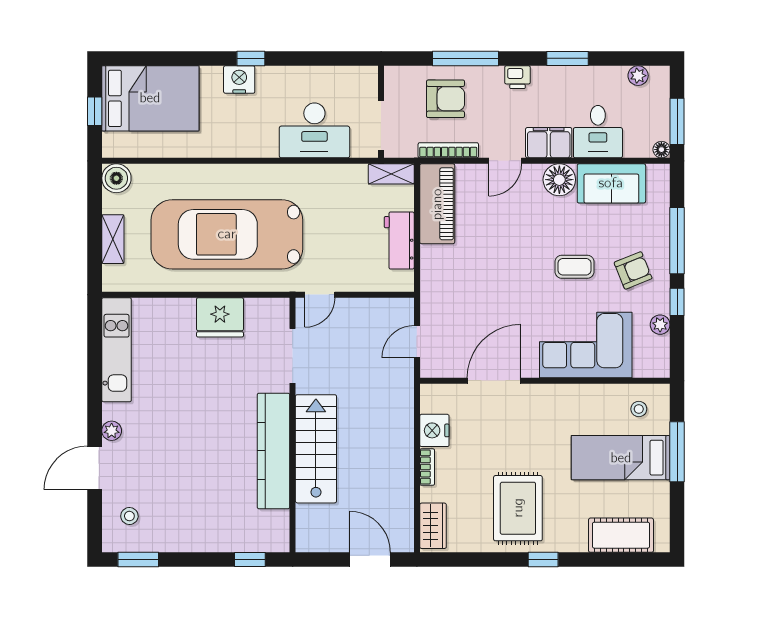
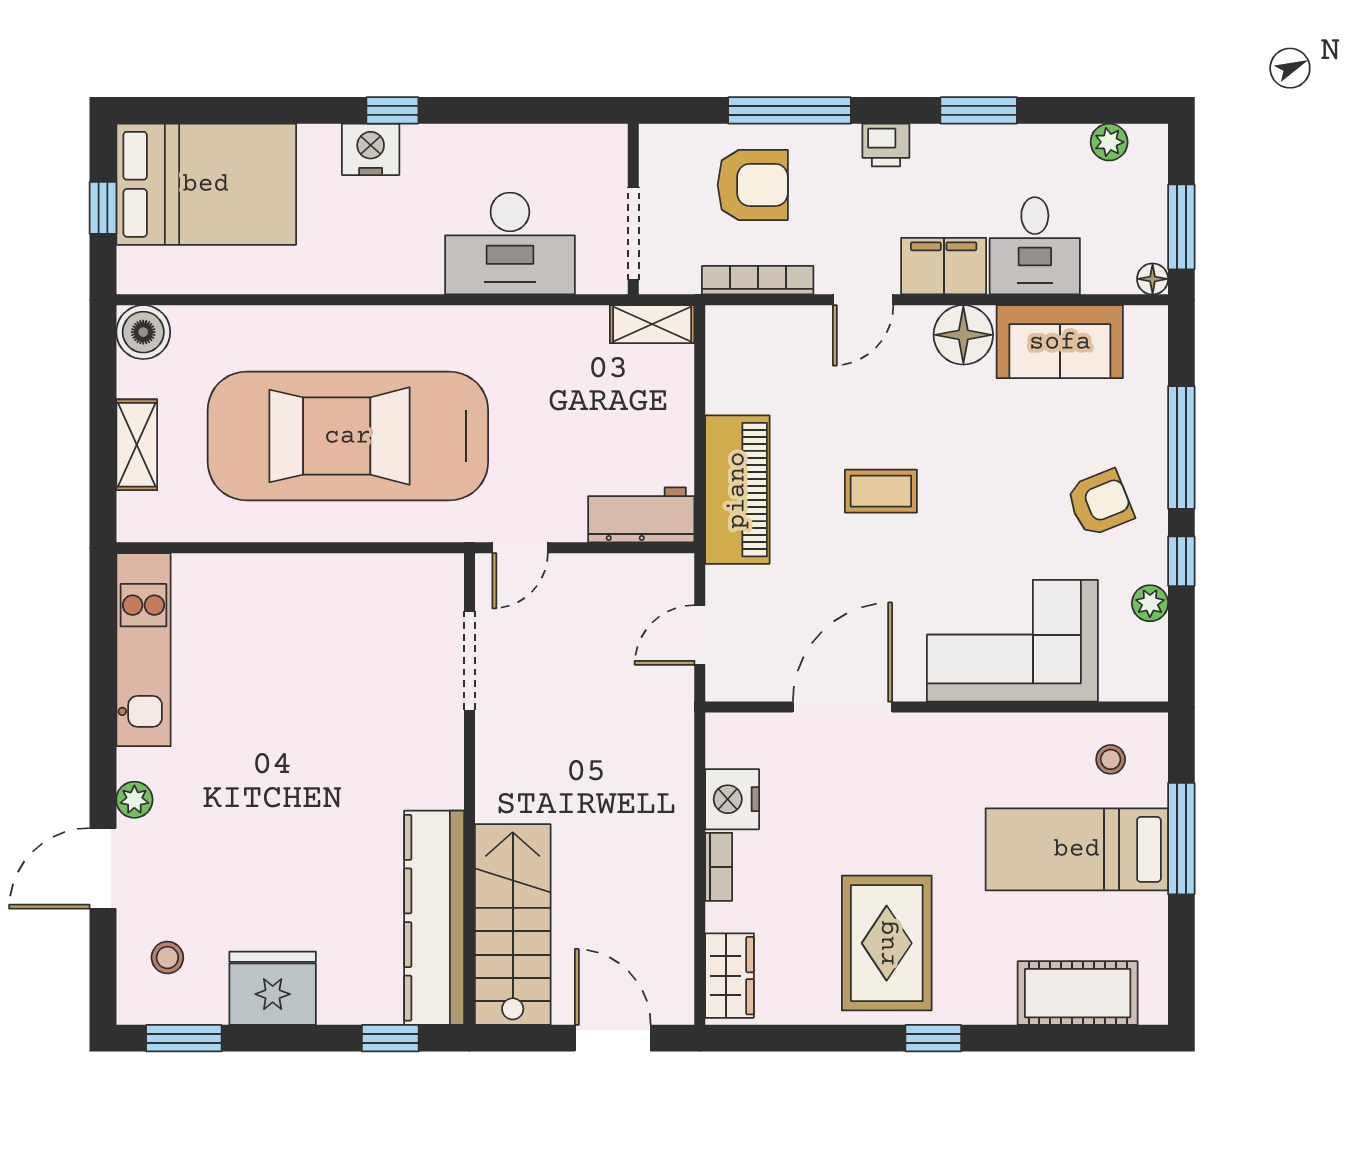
piano: (437, 204) -> (737, 490), moved
workbench: (399, 240) -> (641, 515), moved, turned 90
coffee table: (574, 267) -> (881, 491), moved
fridge: (220, 317) -> (273, 988), moved, turned 180
stairs: (316, 449) -> (513, 925), moved
kitchen counter: (274, 451) -> (434, 918), moved

